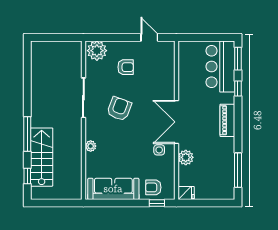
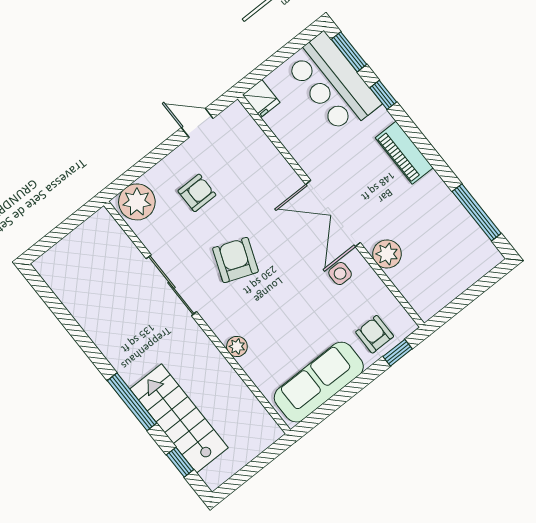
armchair: (153, 187) -> (375, 334), turned 90
fridge: (186, 193) -> (261, 99), moved, turned 90

